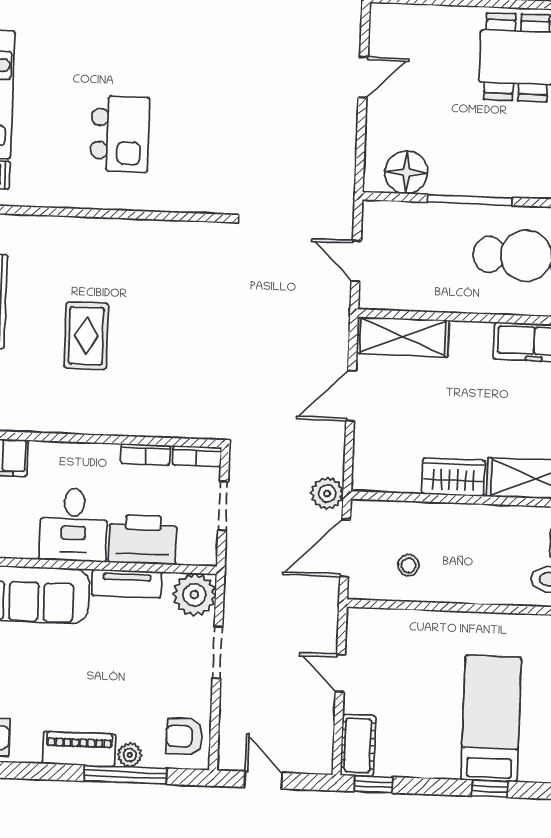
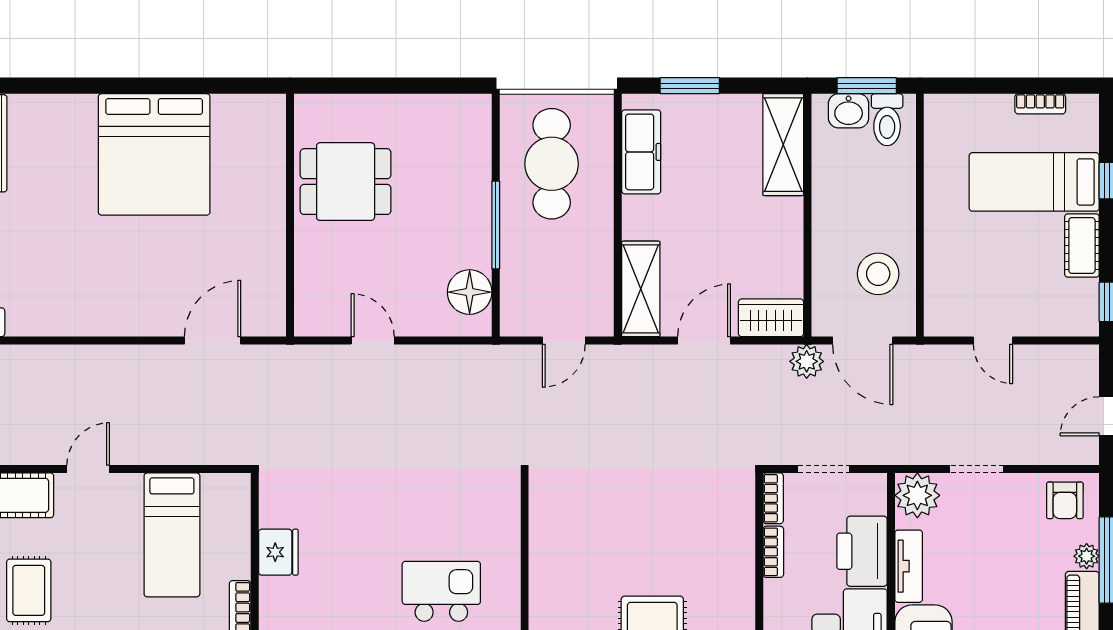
door: (351, 396) -> (704, 341), swing flipped
wardrobe: (453, 477) -> (771, 318), moved, turned 90
stool: (409, 565) -> (878, 274), width x1.89, depth x1.89
door: (340, 673) -> (993, 341), hinge flipped
cot: (358, 745) -> (1082, 245), moved, turned 90

